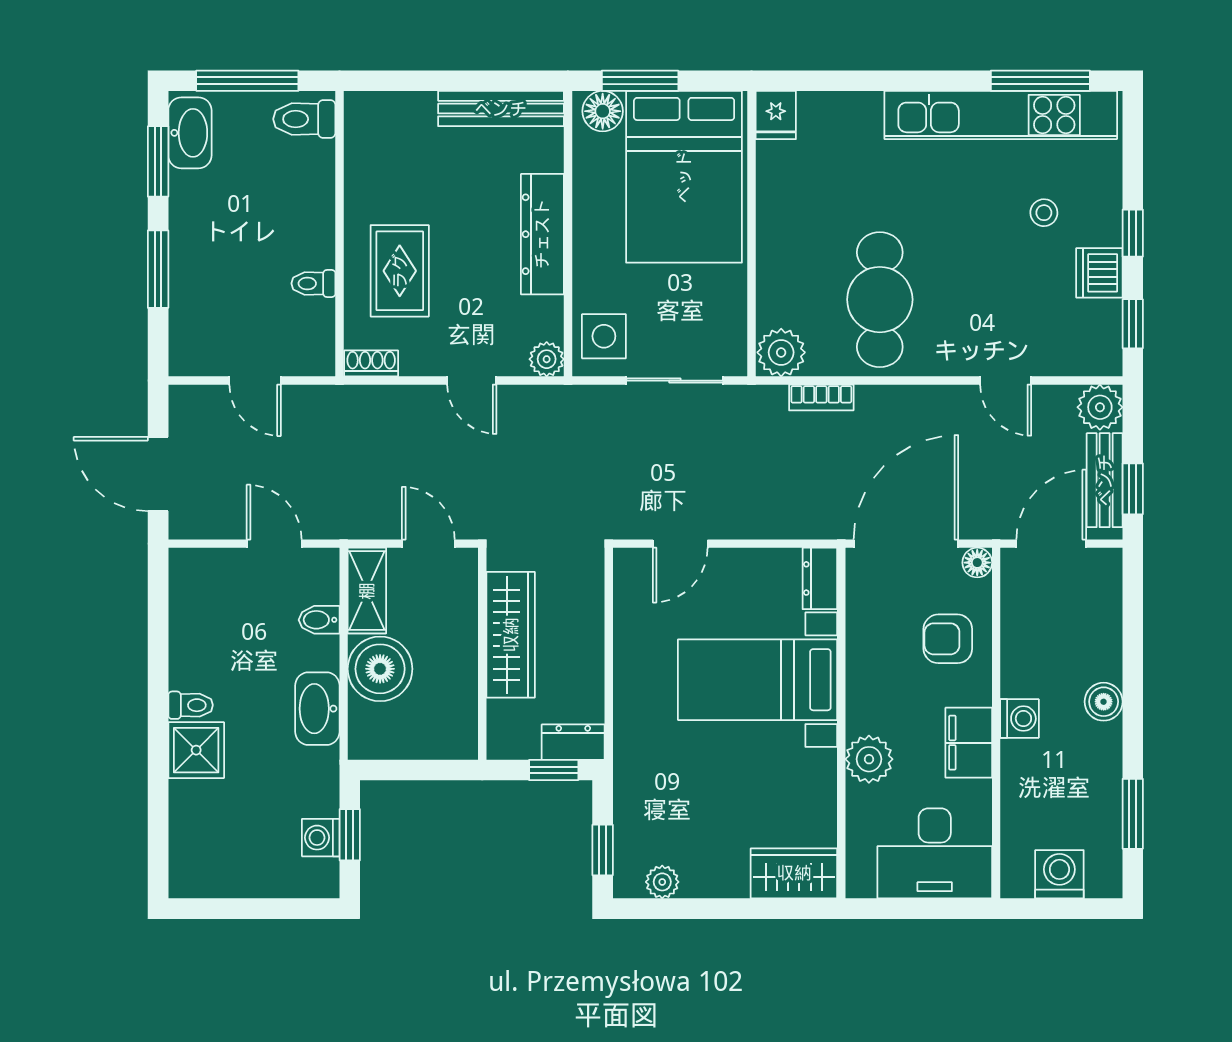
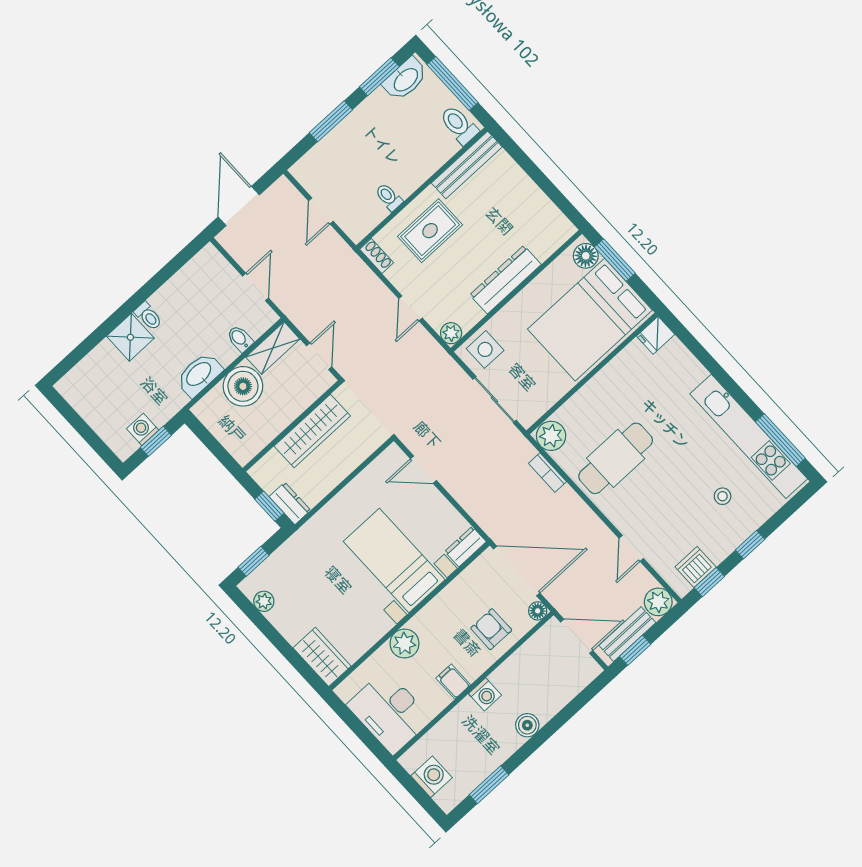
bench: (501, 109) -> (467, 165), moved, turned 90
dishwasher: (1099, 273) -> (696, 567), moved
filing cabinet: (969, 743) -> (453, 682), width x0.50

